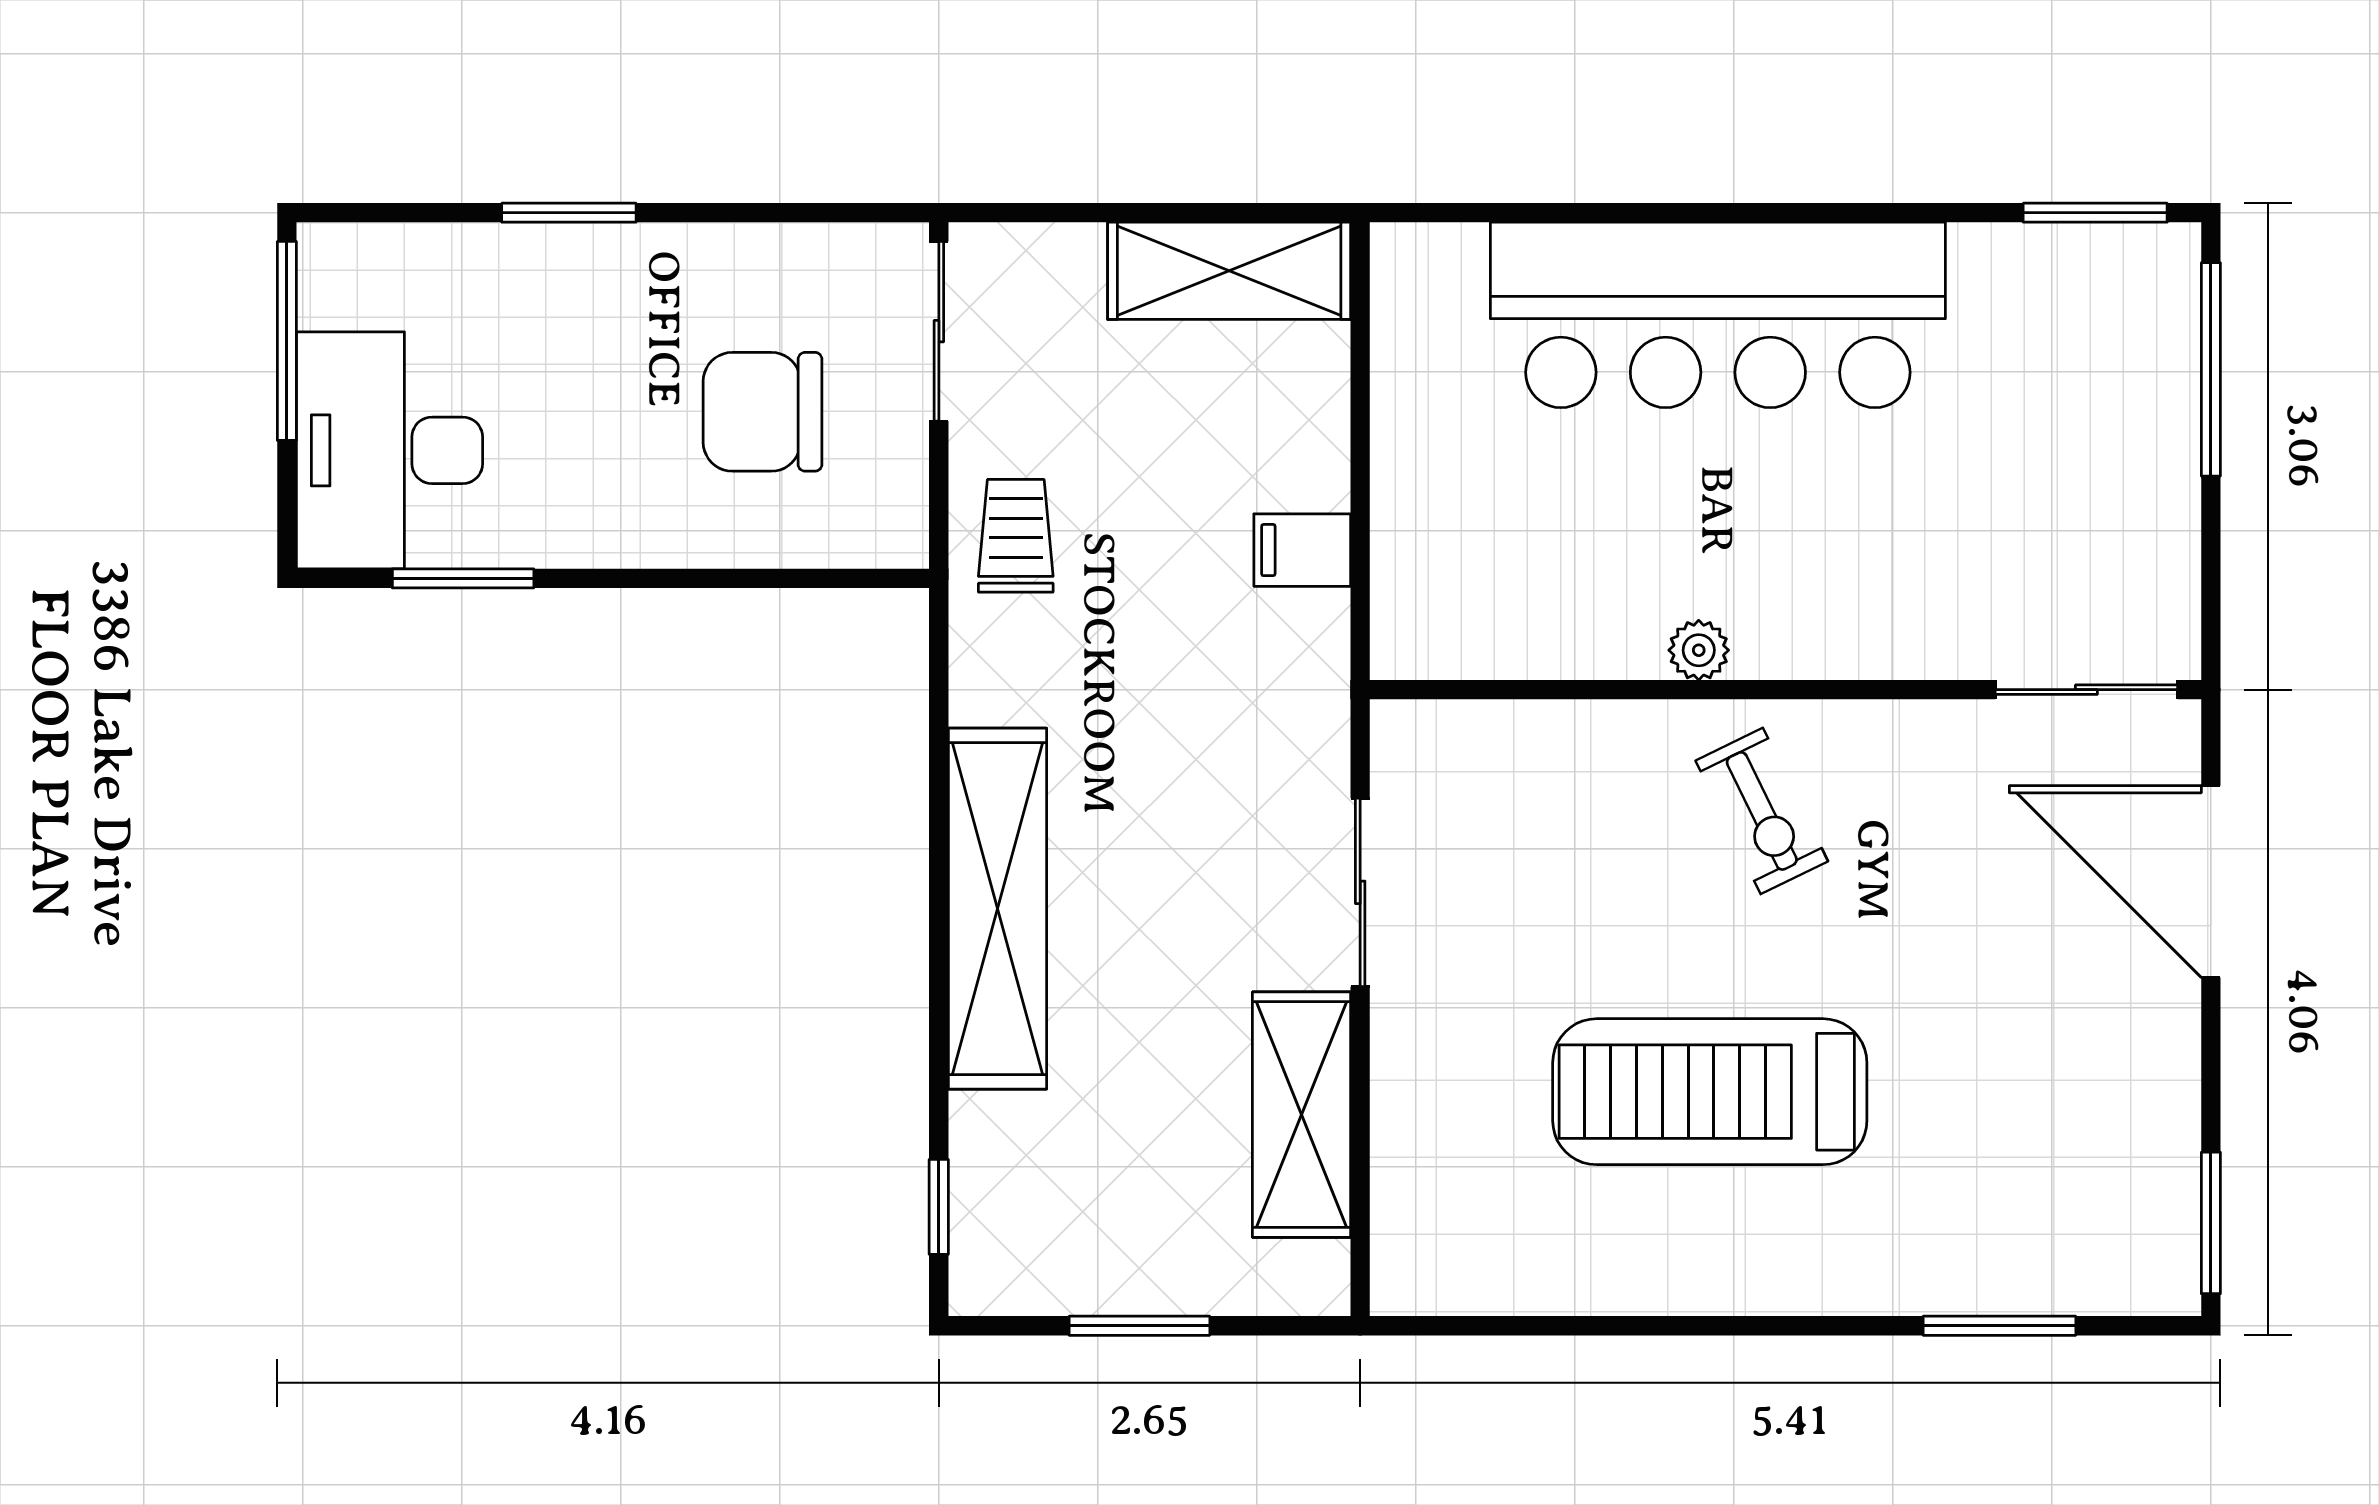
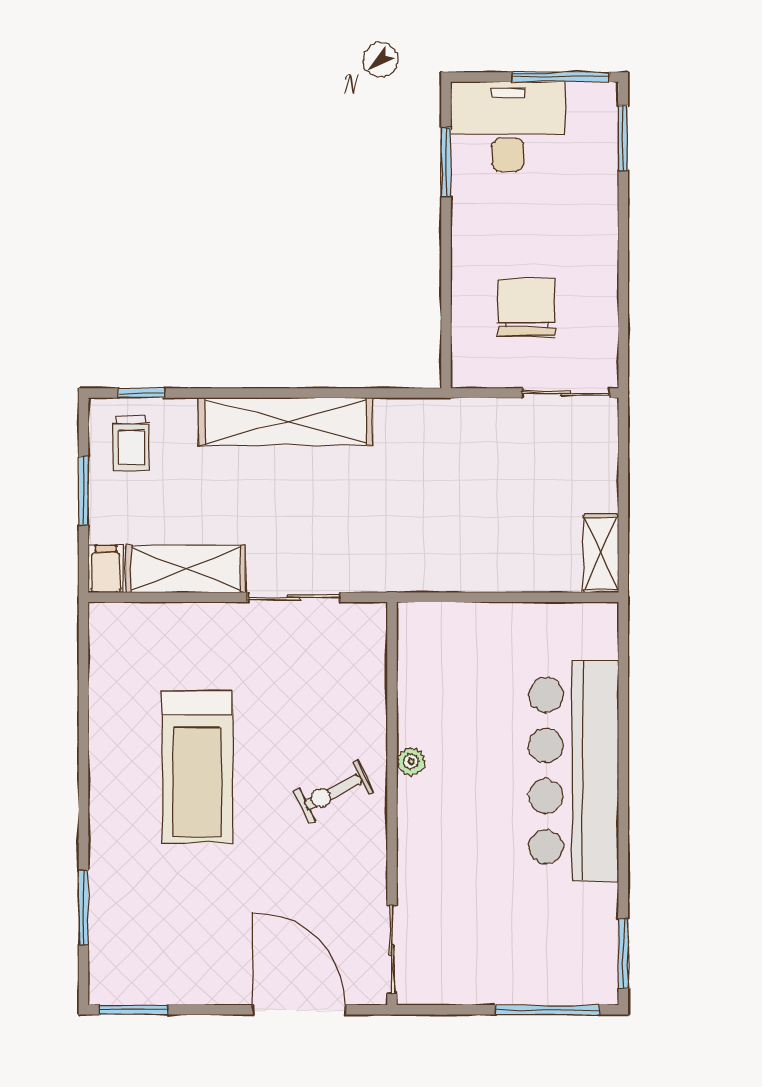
window: (569, 213) -> (623, 138), moved
shelving: (1229, 271) -> (601, 553), width x0.67, depth x0.75
trolley: (1016, 536) -> (131, 443), moved, turned 90
filing cabinet: (1302, 550) -> (106, 569), moved
door: (2211, 882) -> (299, 1010), hinge flipped
treadmill: (1710, 1092) -> (197, 767), turned 180

